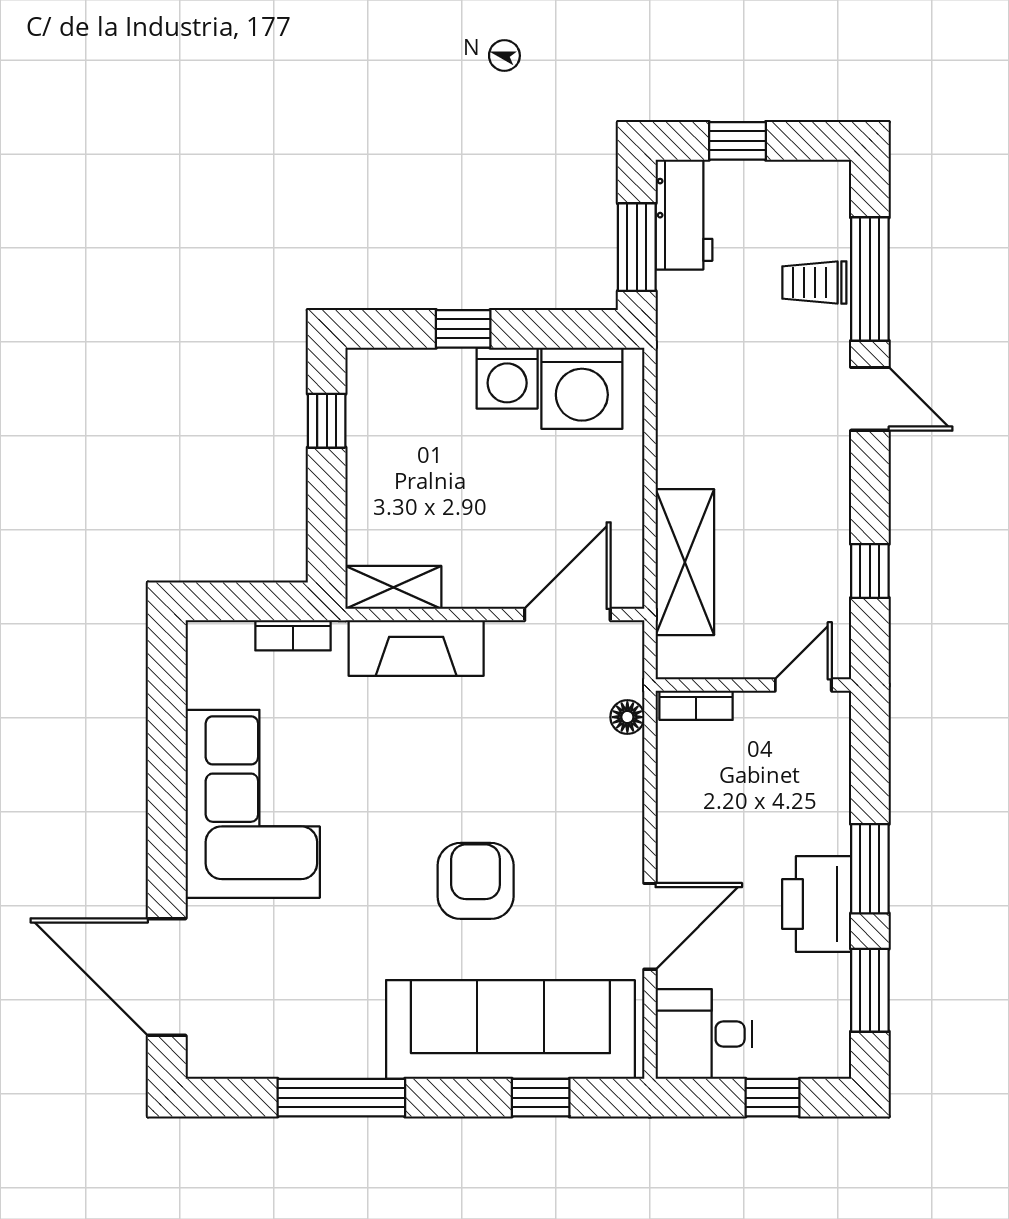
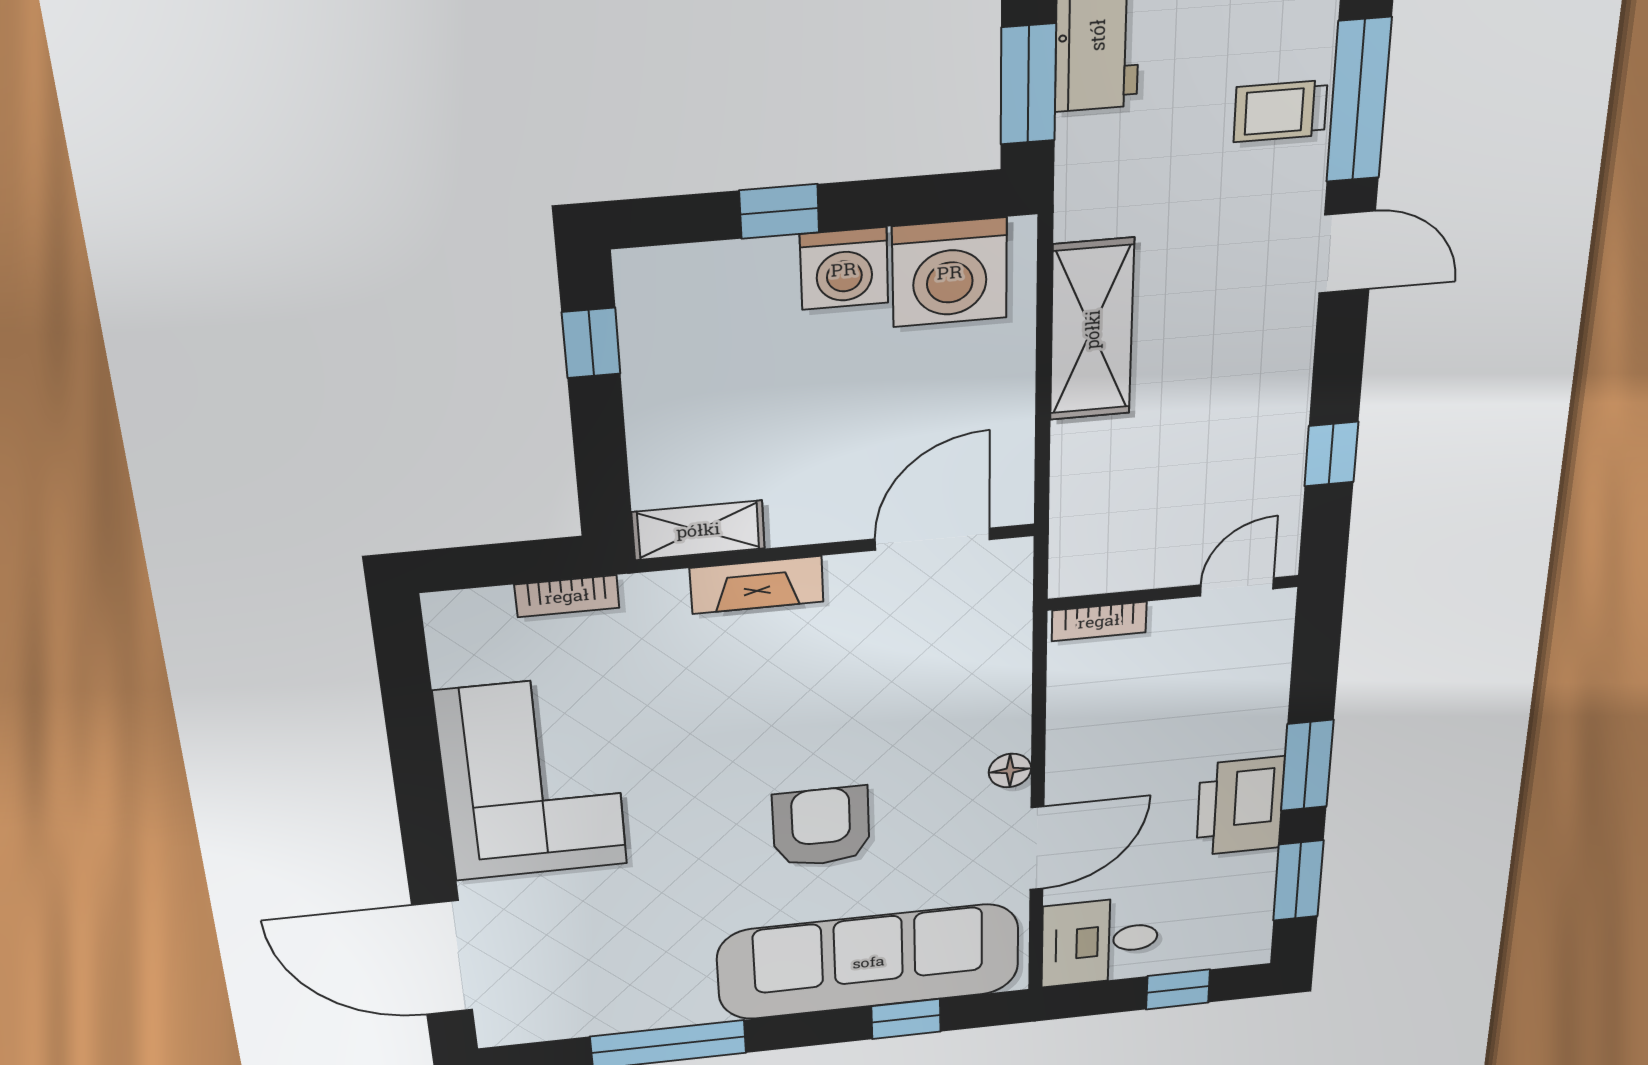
shelving: (685, 562) -> (1092, 330), moved
fireplace: (416, 648) -> (757, 585), width x0.73, depth x0.76
floor lamp: (627, 717) -> (1010, 771), moved

